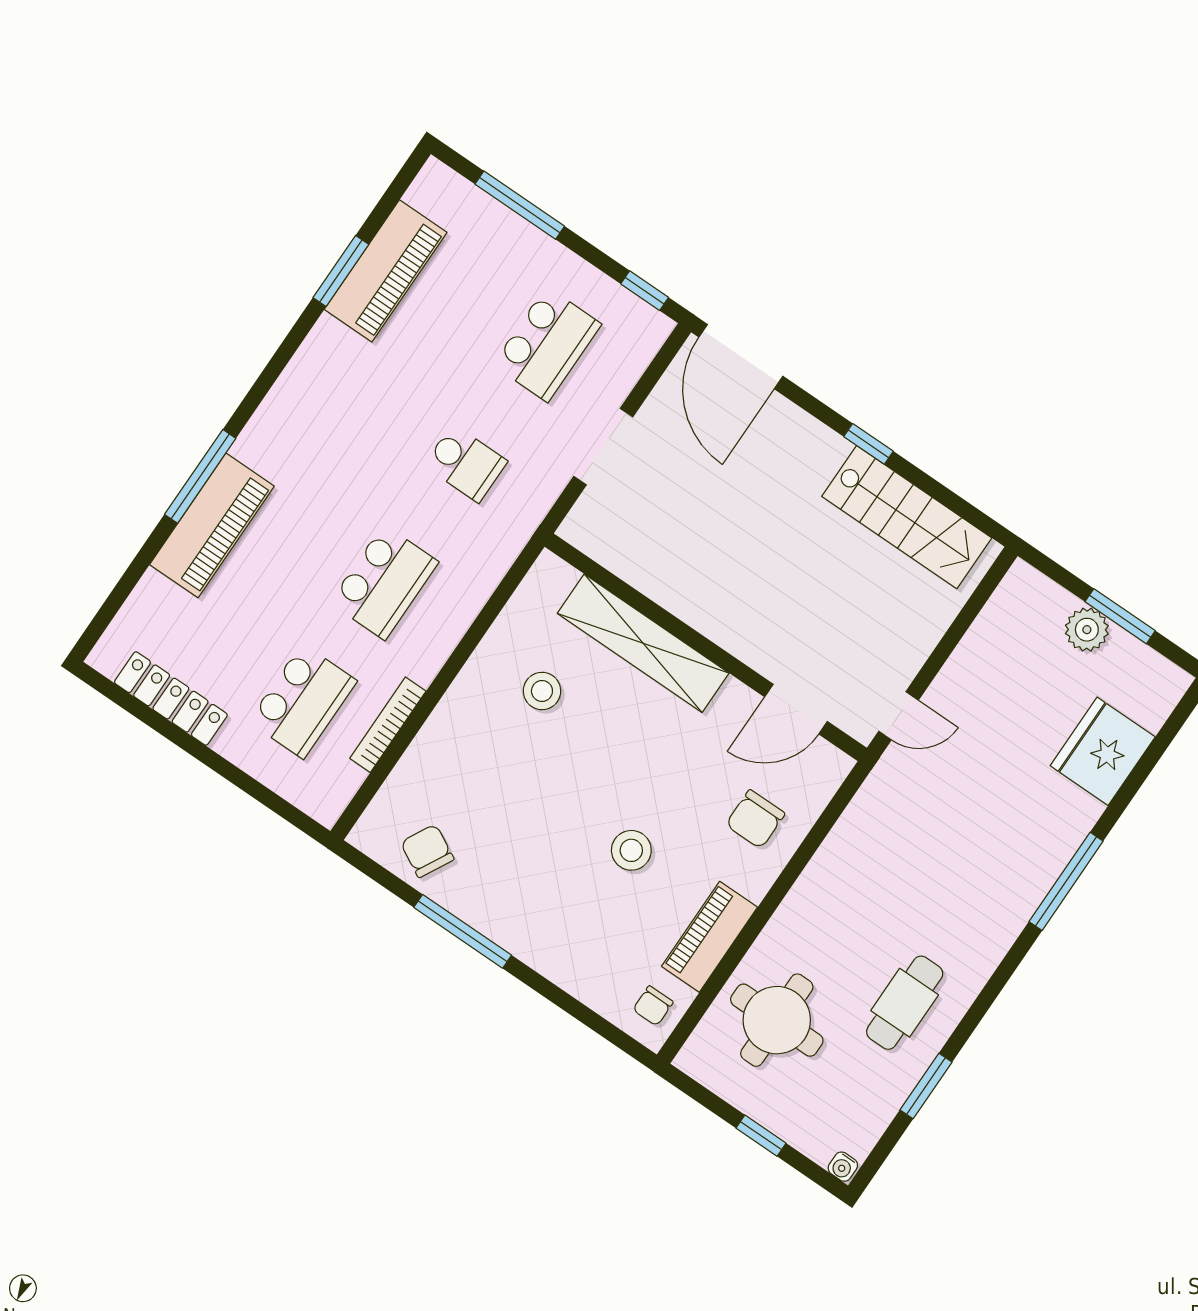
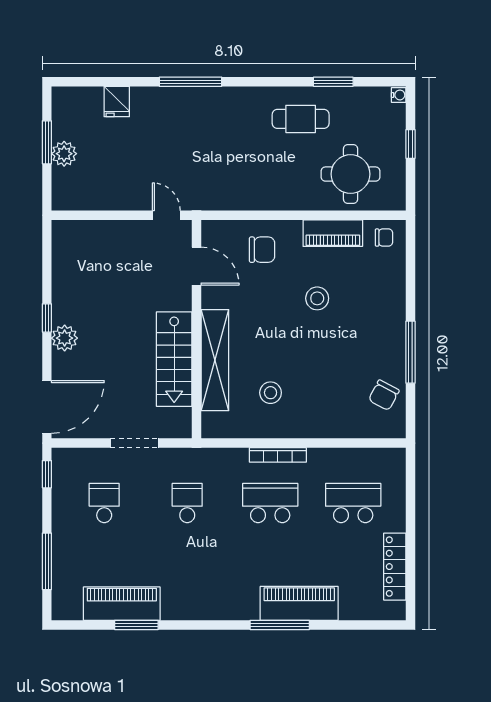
school desk: (547, 344) -> (104, 503), width x0.54
plant: (822, 449) -> (65, 338), added
stairs: (907, 517) -> (174, 359), moved, turned 180
bookcase: (388, 725) -> (278, 455), moved
fridge: (1103, 751) -> (117, 102), width x0.53, depth x0.75

